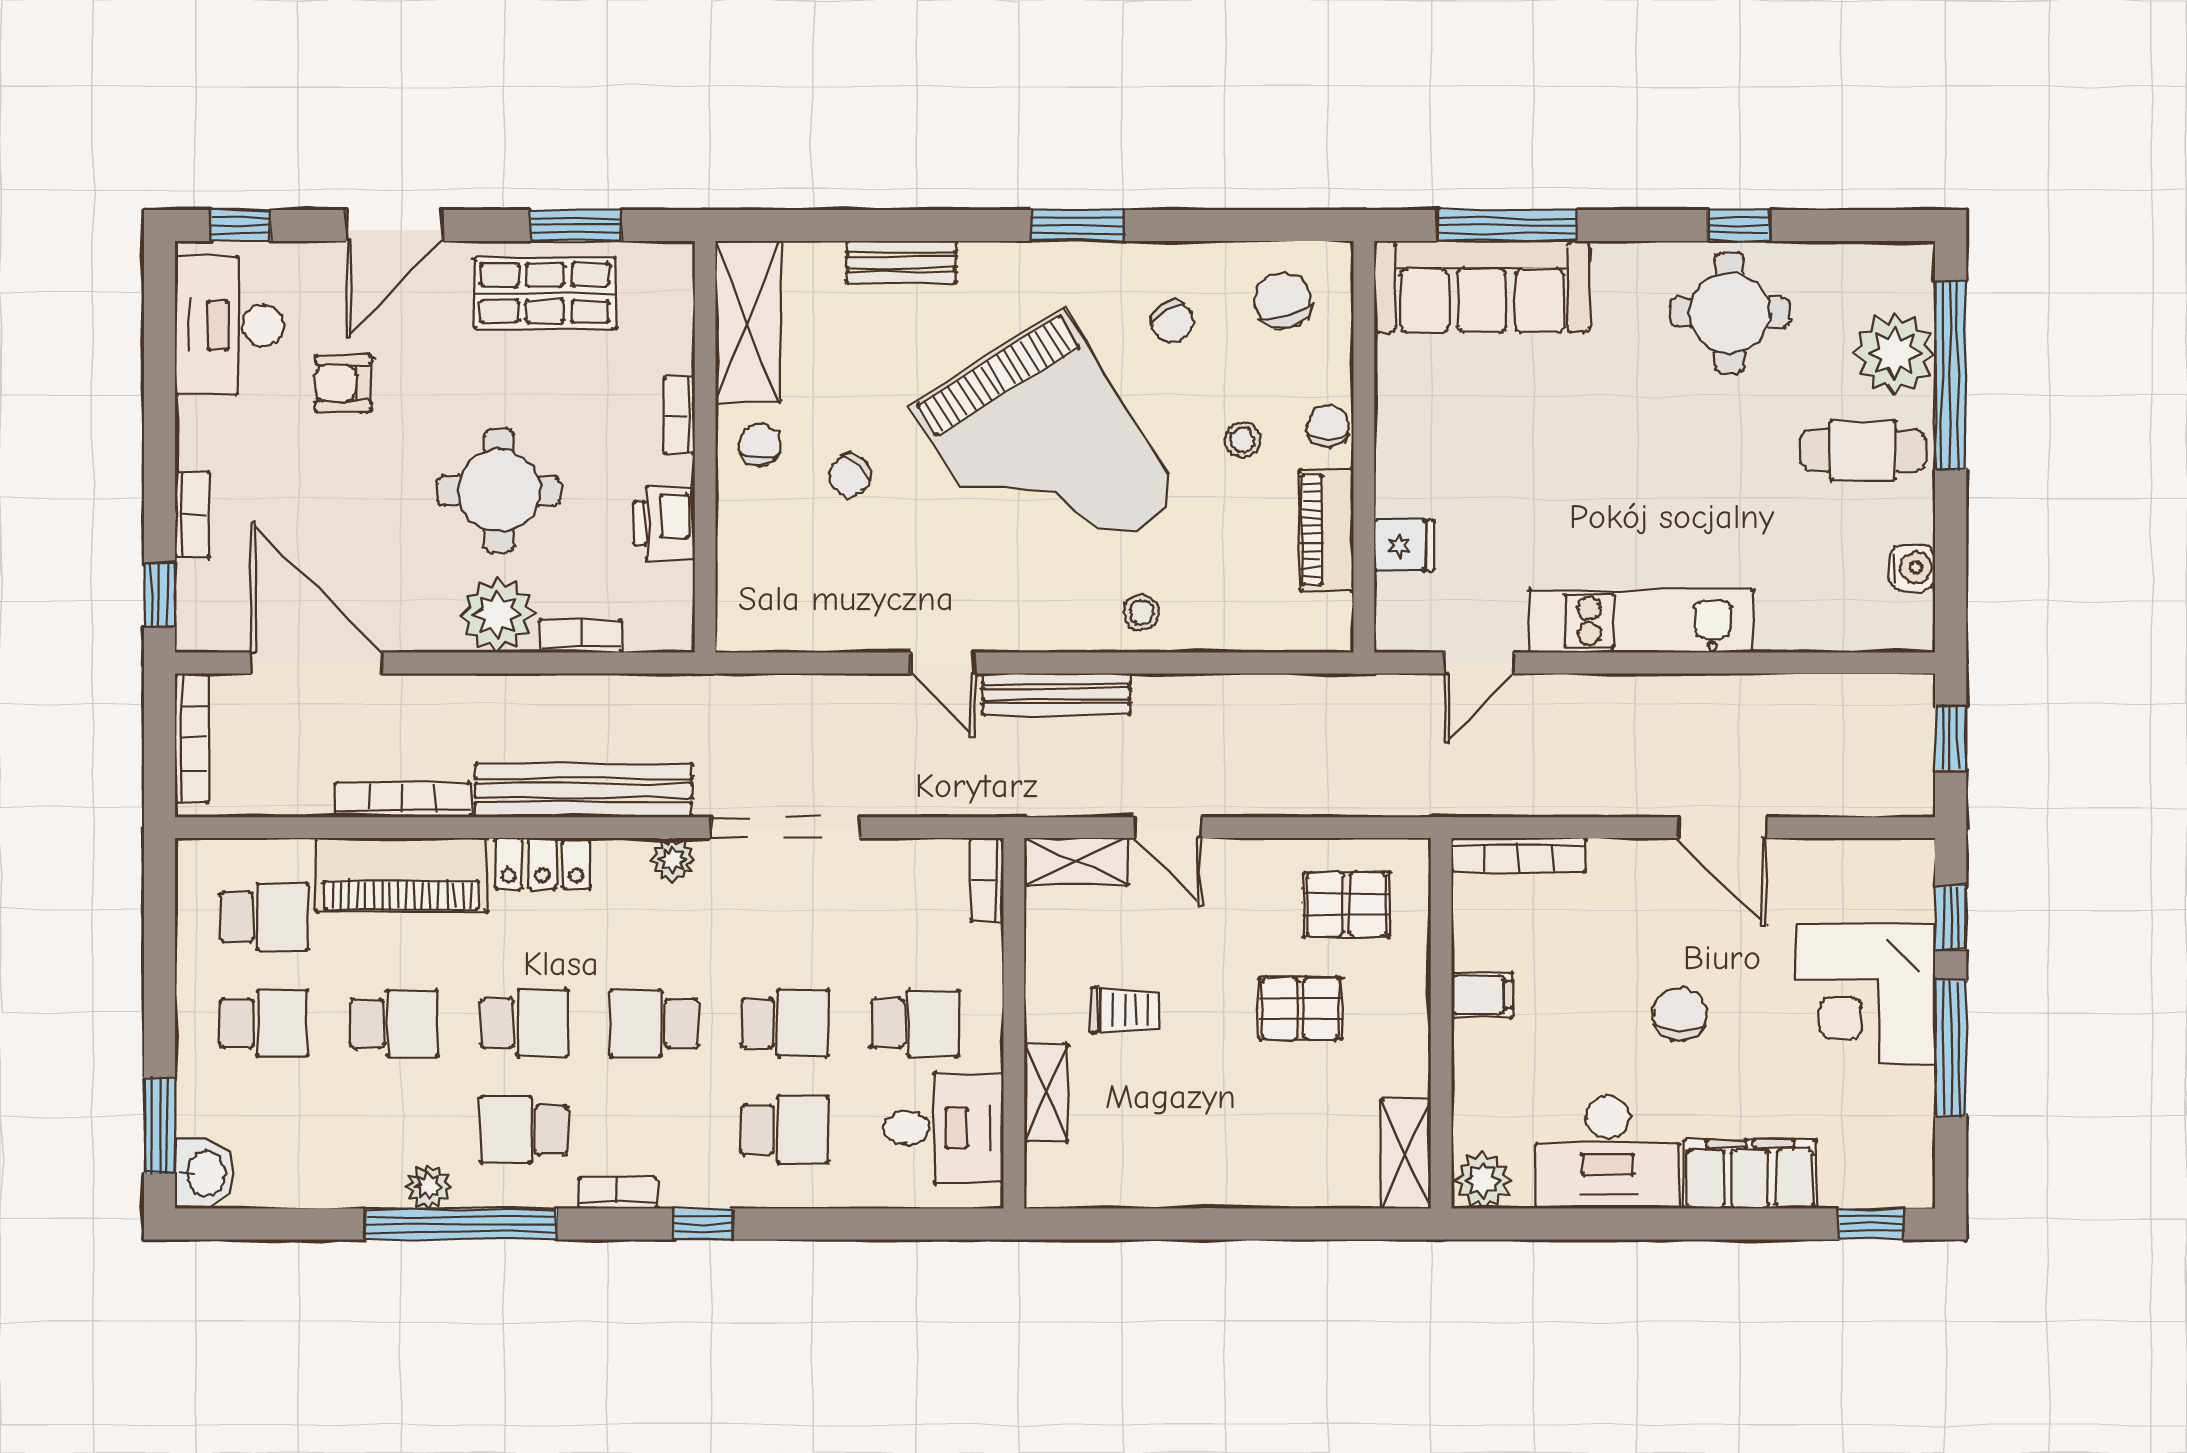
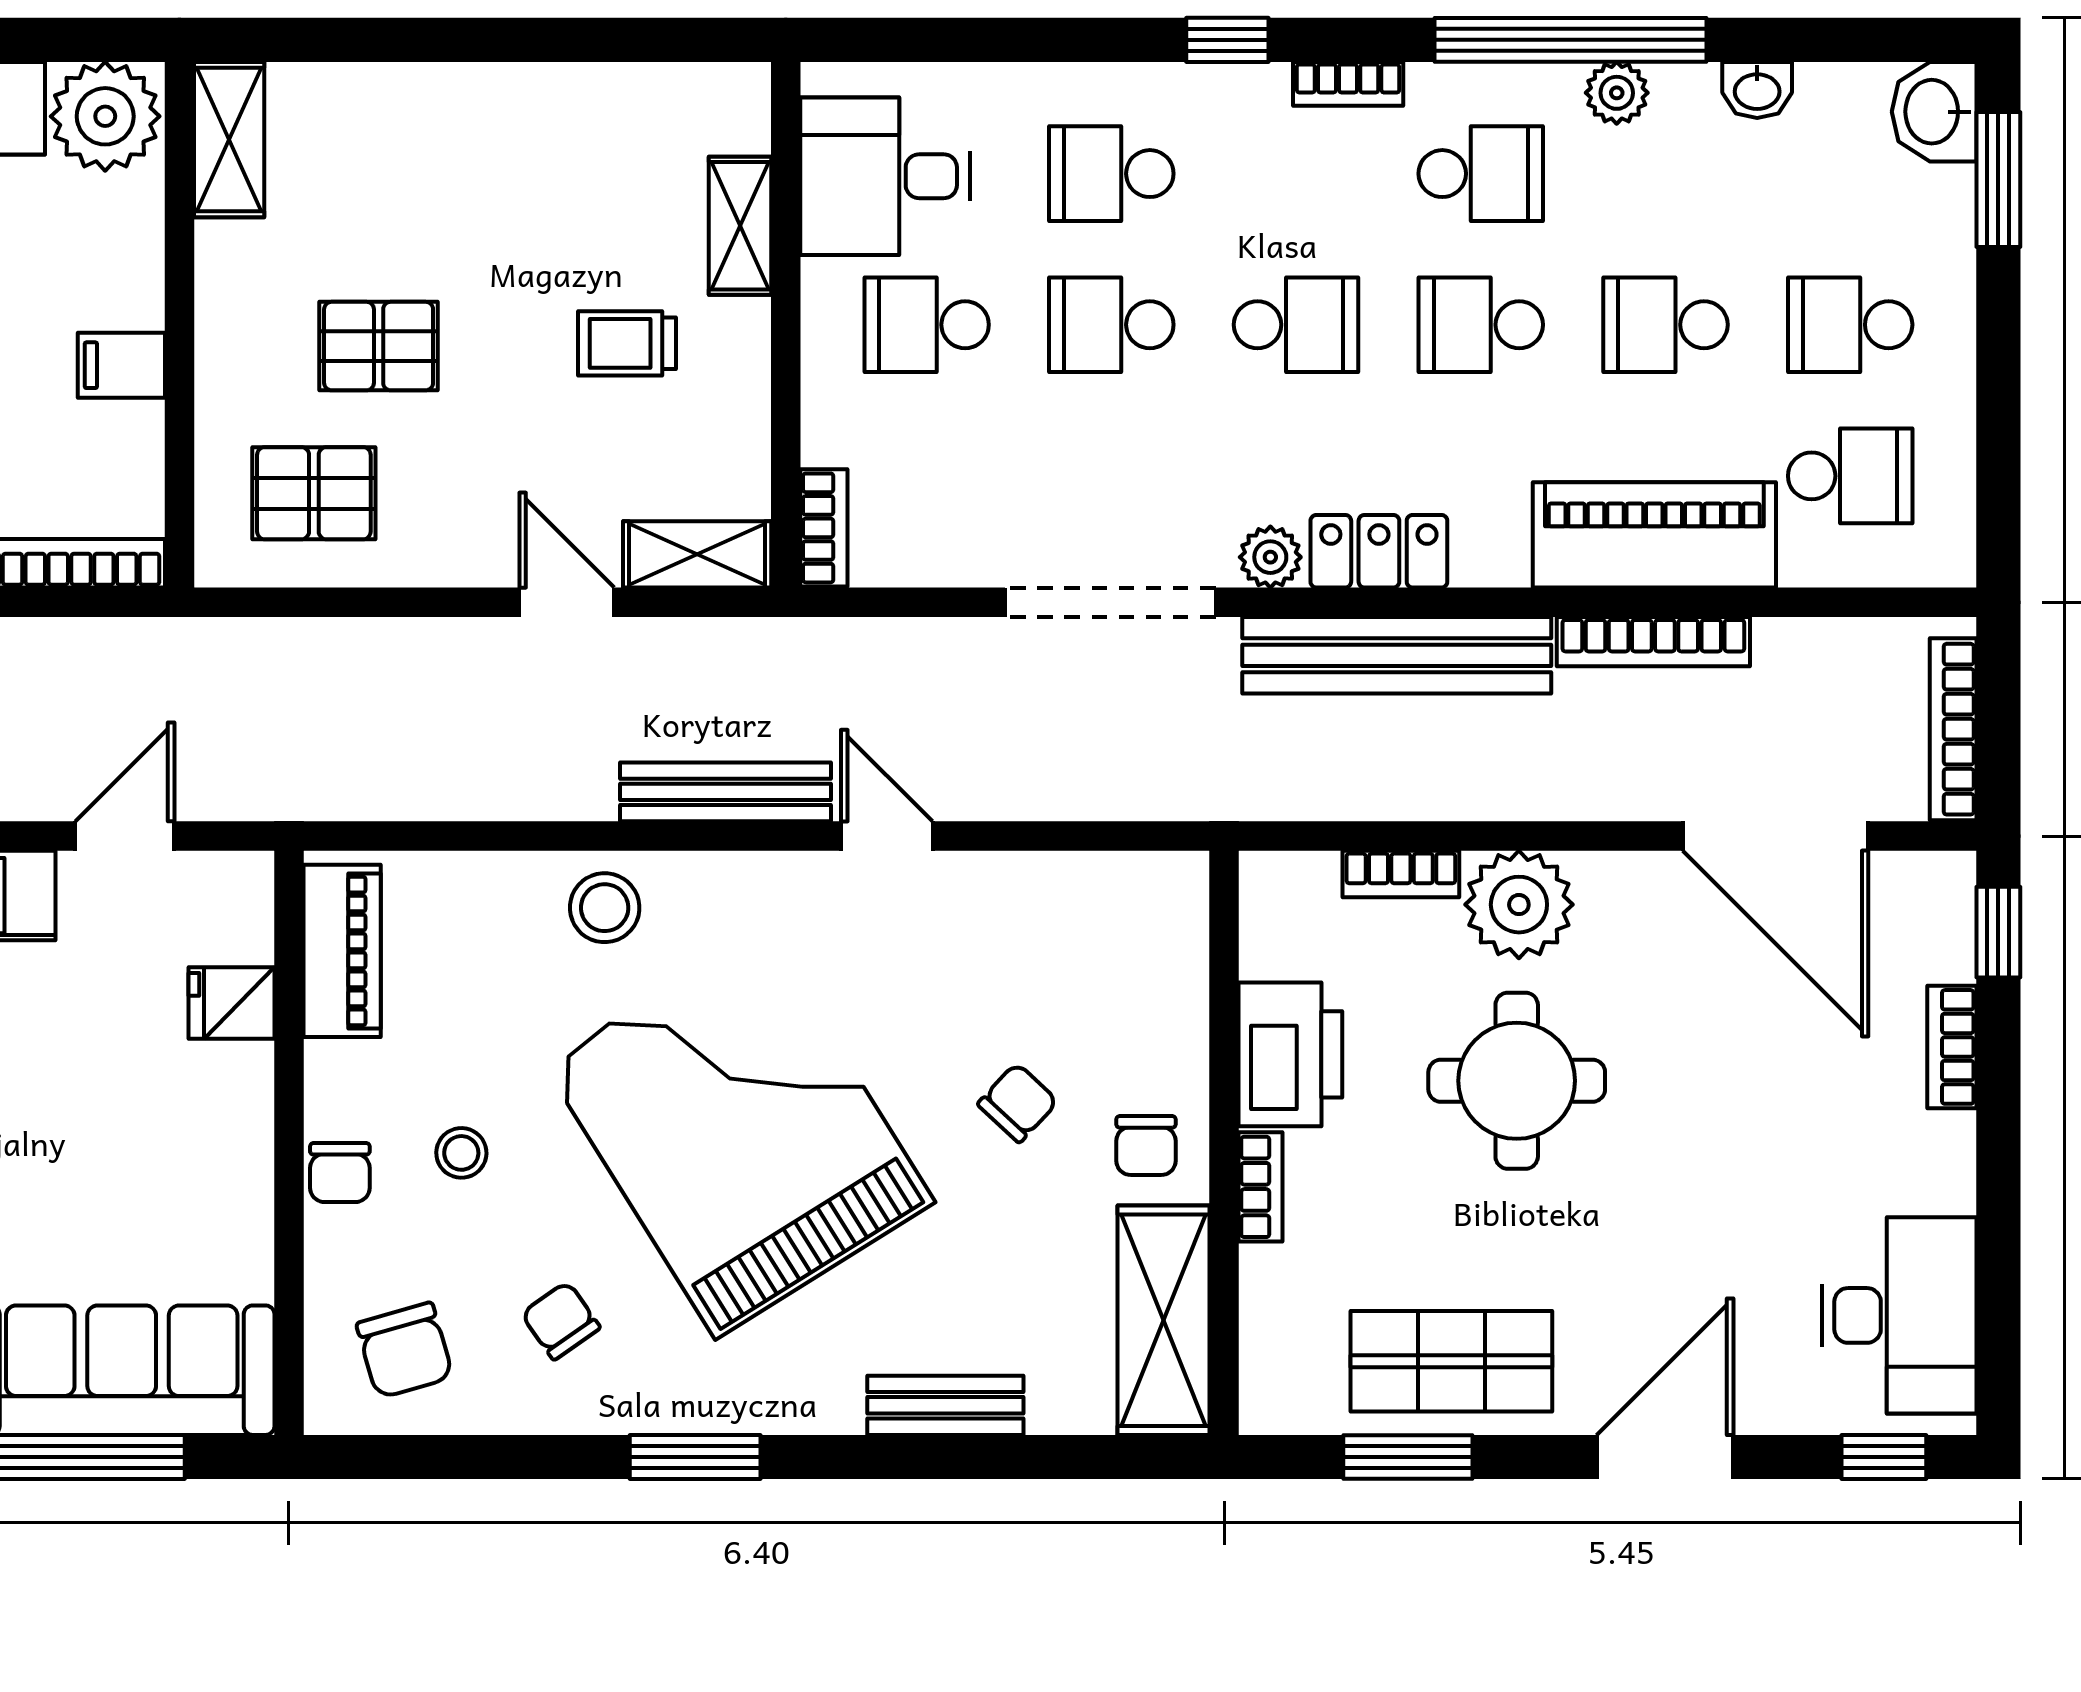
armchair: (344, 383) -> (1737, 1233), removed
printer: (664, 523) -> (1290, 1054), width x1.37, depth x1.19
piano: (1326, 530) -> (342, 951), moved
stool: (1141, 613) -> (605, 908), width x1.37, depth x1.37
locker: (542, 864) -> (1379, 551), moved
school desk: (264, 917) -> (1850, 476), turned 180
plant: (1483, 1180) -> (105, 116), width x1.36, depth x1.36
washbasin: (329, 1189) -> (1757, 90), added

